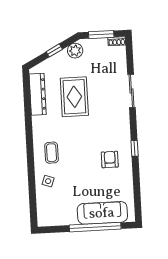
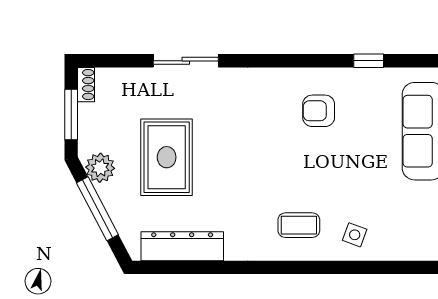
window: (54, 50) -> (97, 209), width x2.17
rug: (74, 97) -> (167, 157), moved, turned 90
window: (135, 148) -> (369, 61), moved

